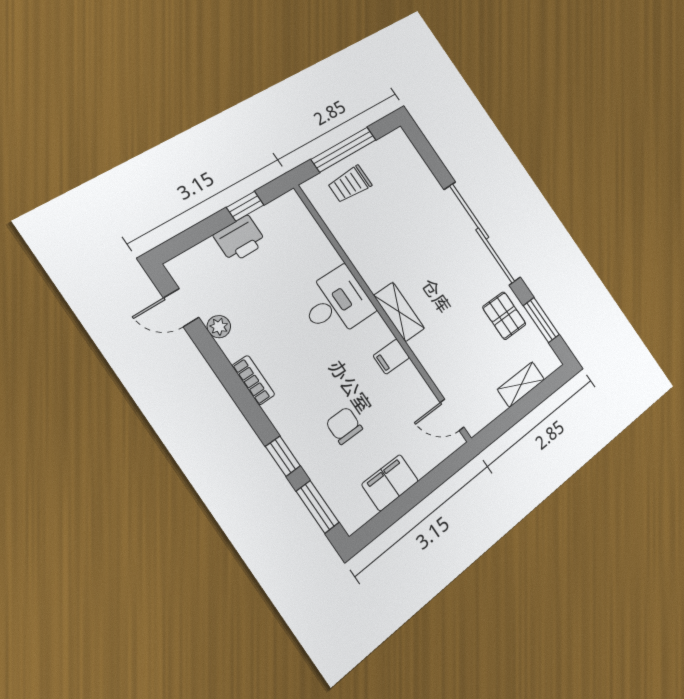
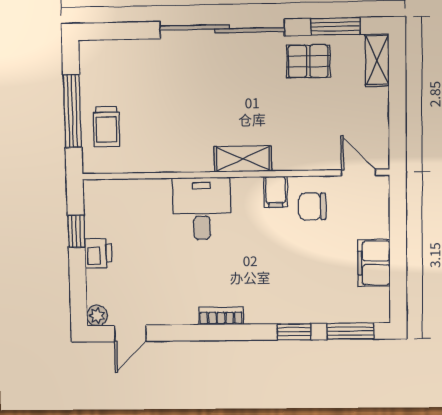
printer: (240, 239) -> (98, 253), width x0.73, depth x0.81
plant: (219, 327) -> (97, 316), moved
shelving: (521, 384) -> (377, 60), moved
door: (452, 415) -> (358, 172), swing flipped
chair: (344, 426) -> (312, 206), moved

